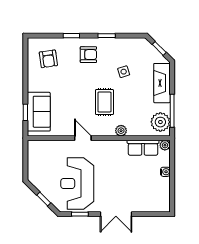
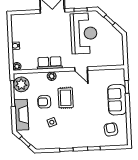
armchair: (88, 55) -> (44, 102), moved
sofa: (39, 112) -> (117, 100), moved
row of seats: (143, 148) -> (50, 63), moved

